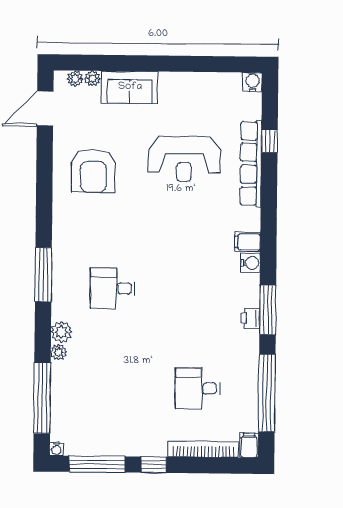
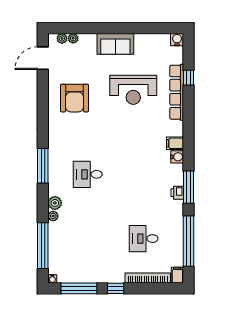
sofa: (130, 87) -> (115, 44), moved

